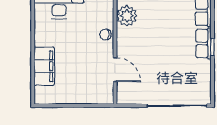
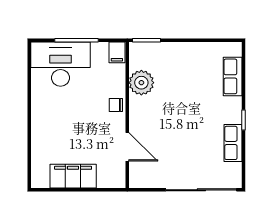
row of seats: (204, 44) -> (233, 143), moved
filing cabinet: (44, 66) -> (73, 176), moved, turned -90

